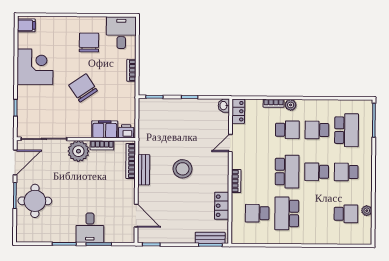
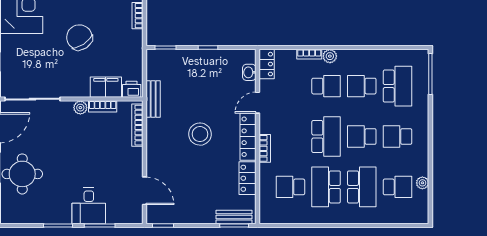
washbasin: (224, 106) -> (249, 72), moved
plant: (78, 151) -> (80, 108), width x0.53, depth x0.53
bench: (144, 170) -> (153, 99), moved
locker: (222, 171) -> (248, 137), added
school desk: (316, 214) -> (362, 187), added

